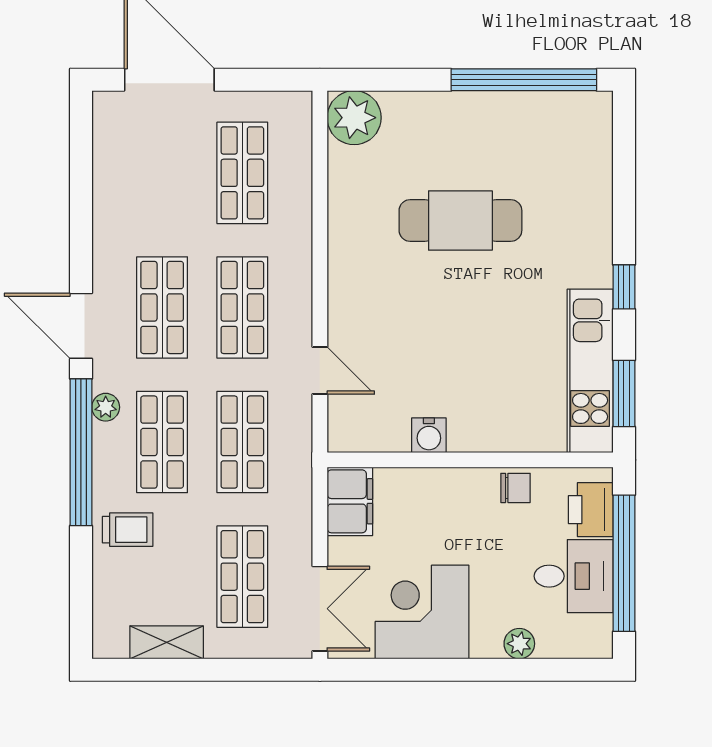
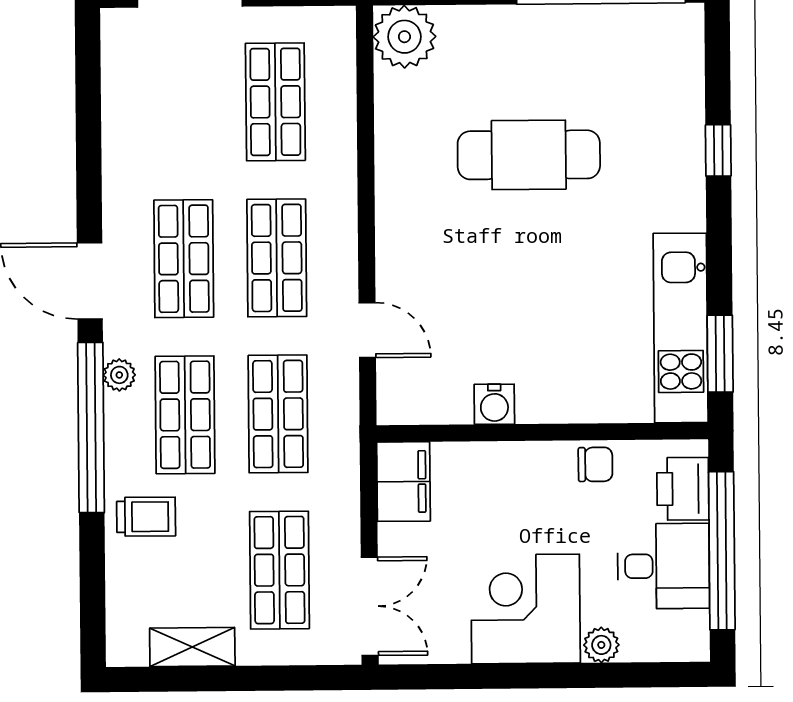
window: (624, 287) -> (718, 150), moved
corner desk: (422, 612) -> (526, 609), moved

